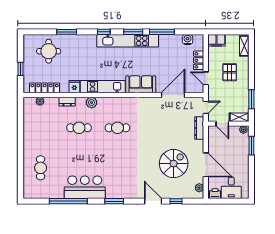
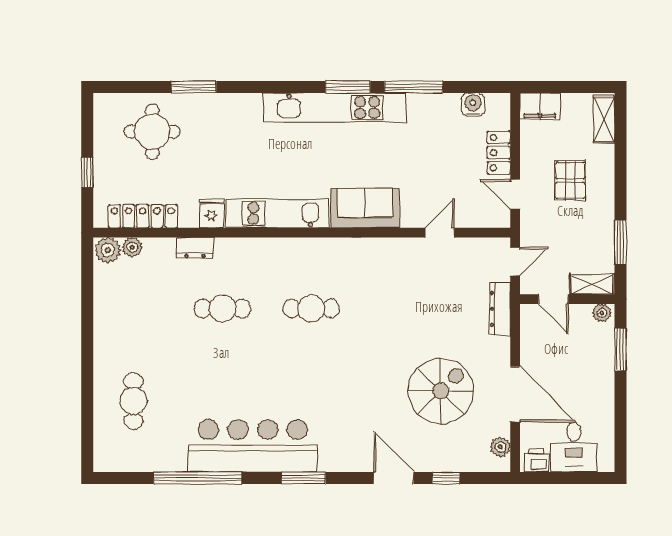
window: (104, 32) -> (280, 87), removed
door: (173, 95) -> (440, 233), width x0.53
plant: (92, 103) -> (108, 250), moved
bar counter: (85, 187) -> (253, 446), width x1.36

